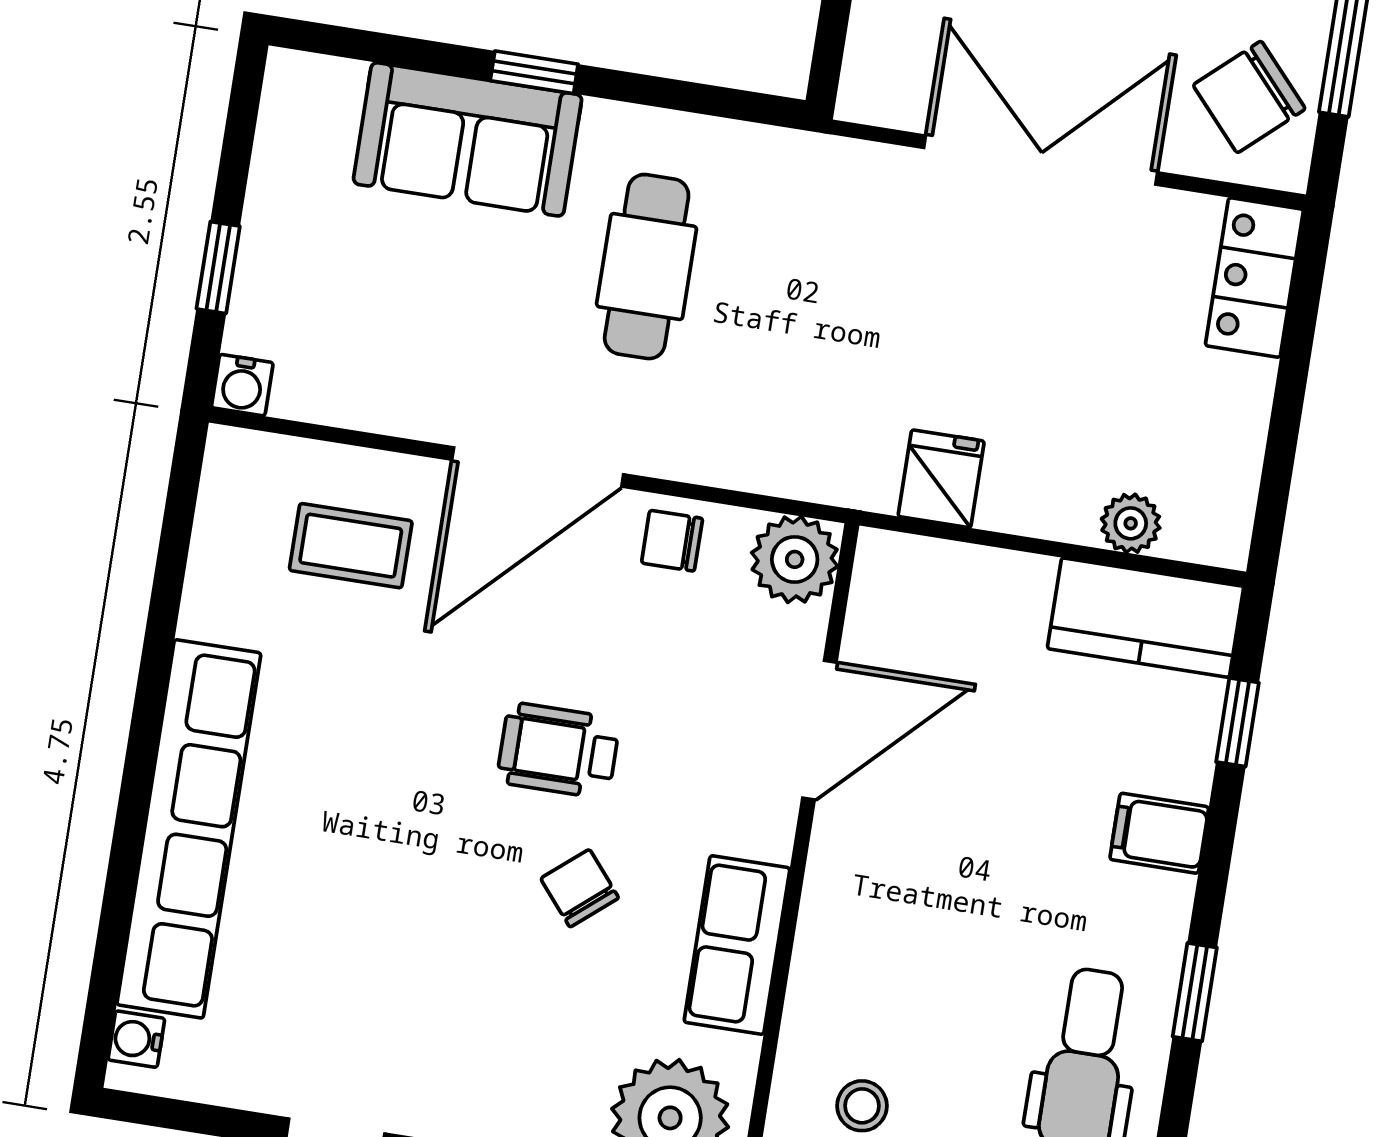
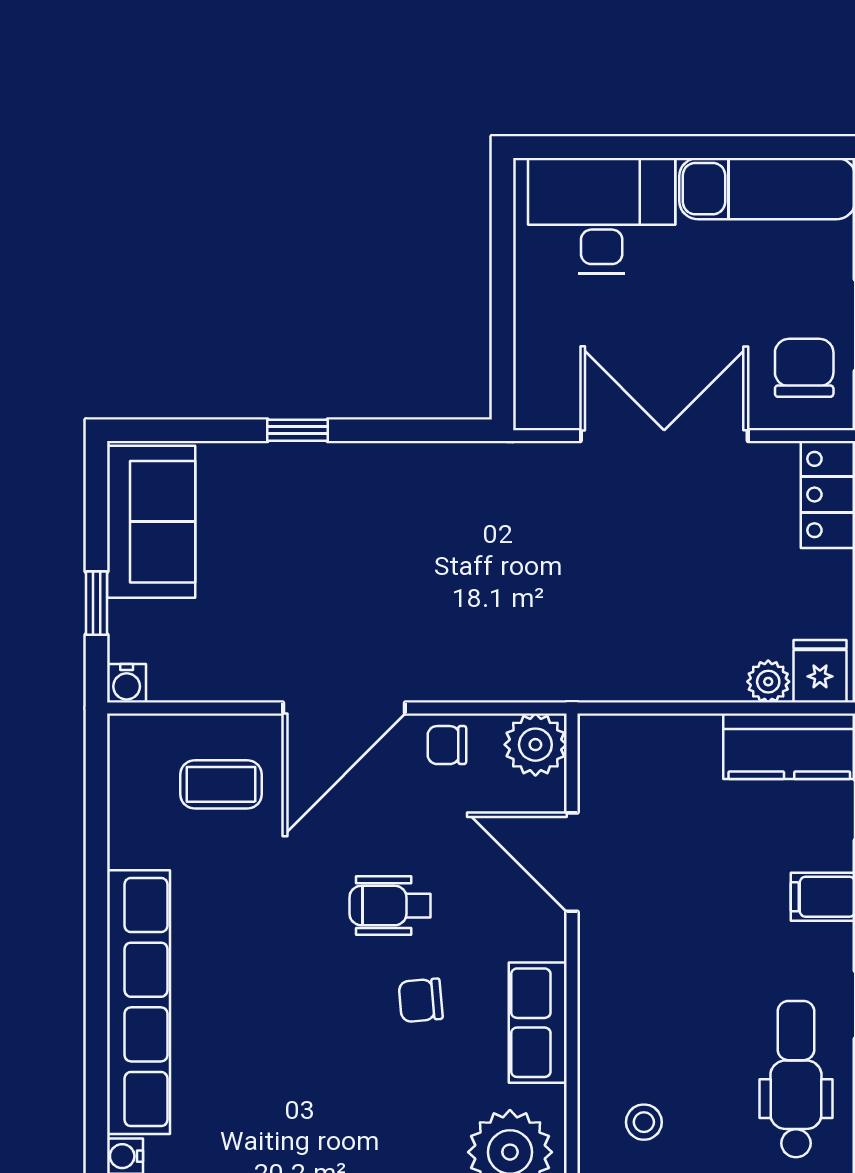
chair: (1249, 97) -> (804, 368), turned 132
sofa: (468, 139) -> (151, 522), moved, turned -90
cafe table: (647, 267) -> (398, 555), removed
fridge: (941, 479) -> (820, 671), moved
door: (819, 730) -> (572, 862), swing flipped
chair: (580, 888) -> (421, 1000), turned -55

